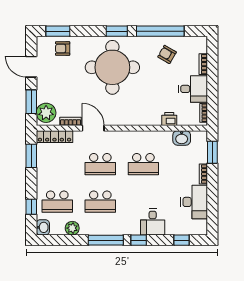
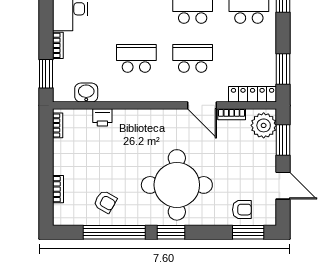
desk: (193, 89) -> (71, 157), removed

